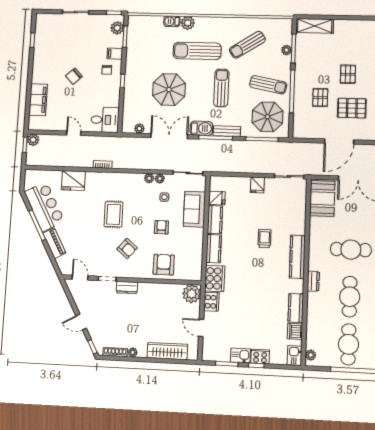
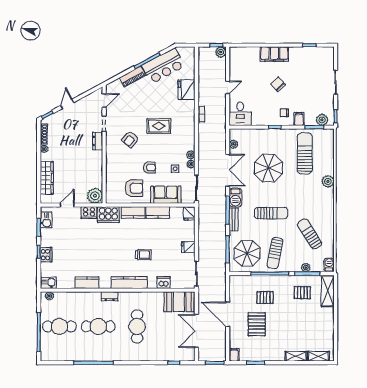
barbecue: (172, 21) -> (329, 265), moved
sun lounger: (197, 51) -> (305, 153), moved
pallet: (348, 74) -> (302, 293), moved
filing cabinet: (38, 100) -> (274, 54), moved
fridge: (217, 198) -> (189, 213), moved
armchair: (164, 265) -> (134, 188), moved
dishwasher: (295, 331) -> (164, 283), moved
kitchen sink: (240, 355) -> (46, 220), moved

